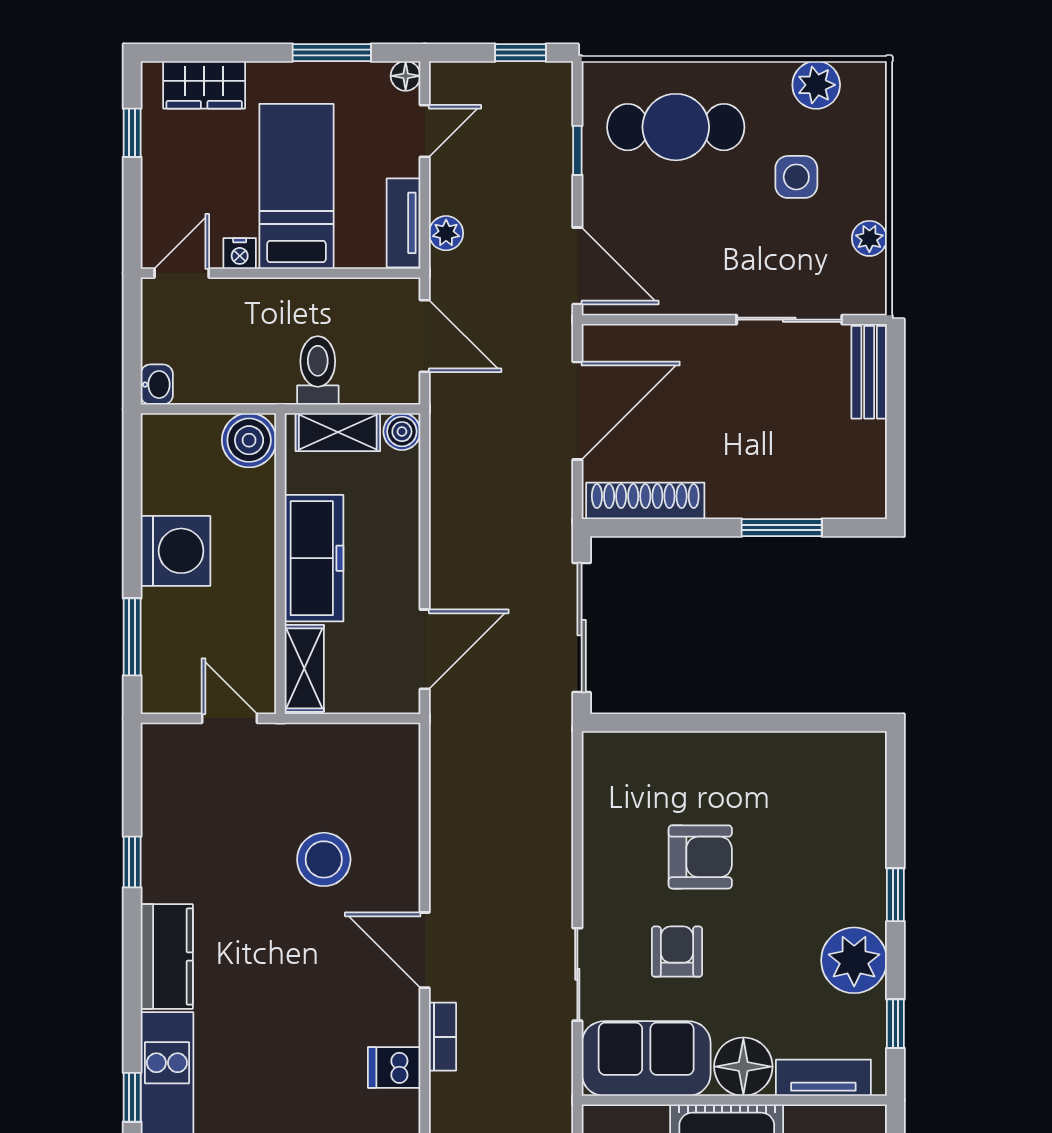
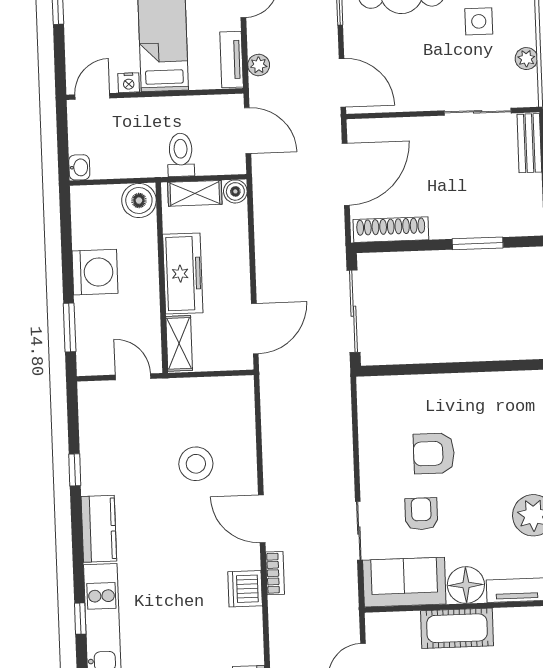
armchair: (700, 857) -> (434, 453), turned 180
dishwasher: (394, 1067) -> (245, 589), width x1.38

